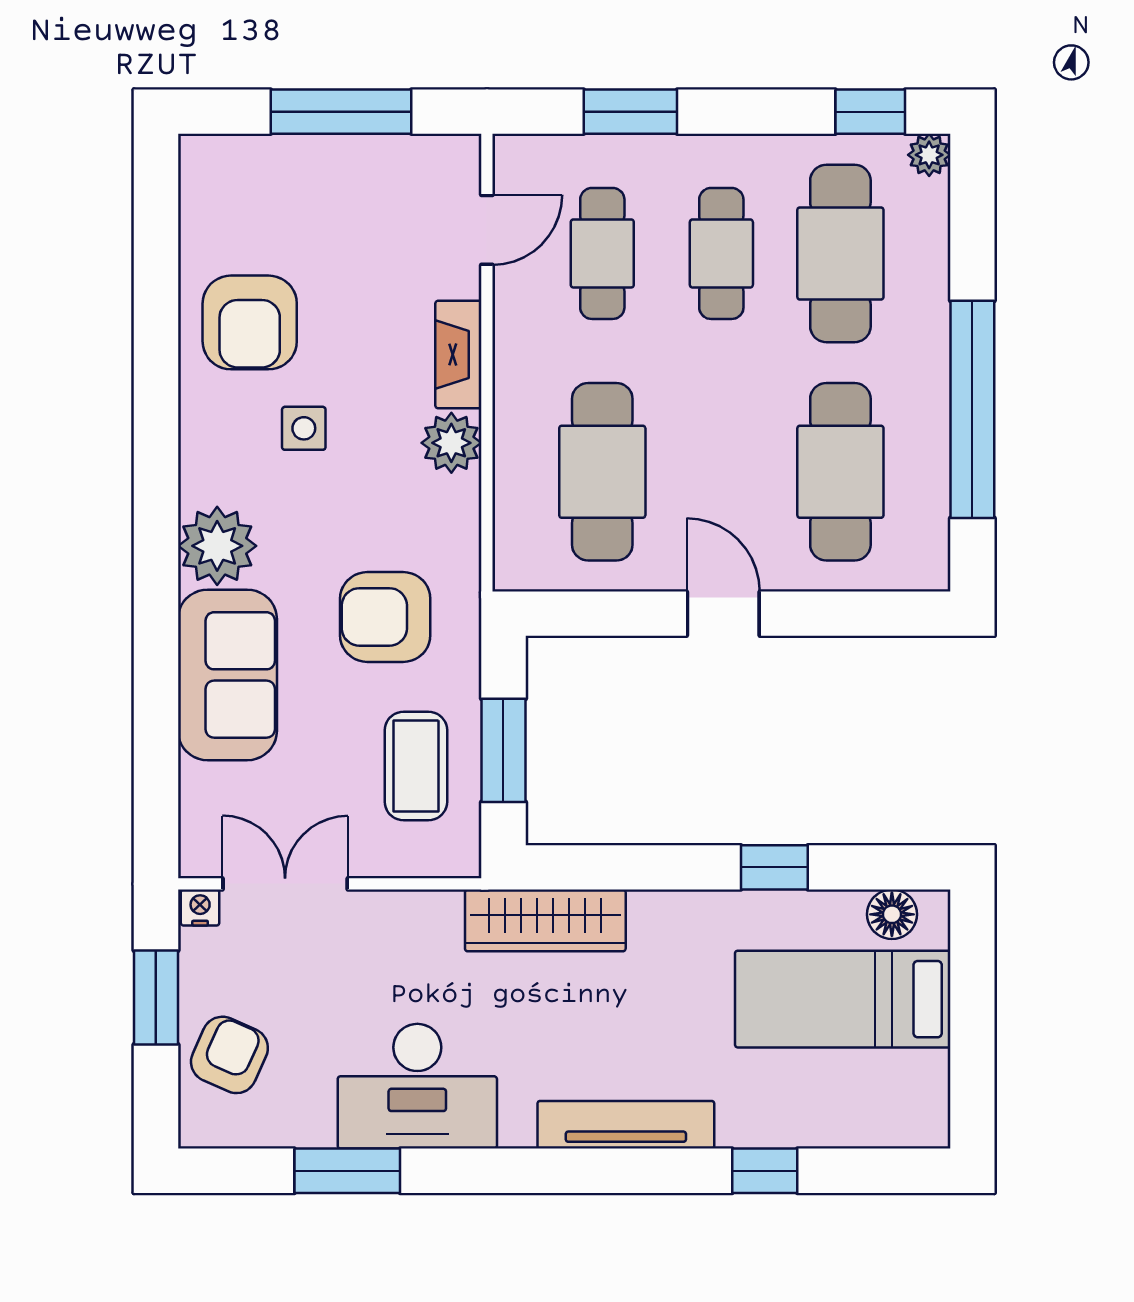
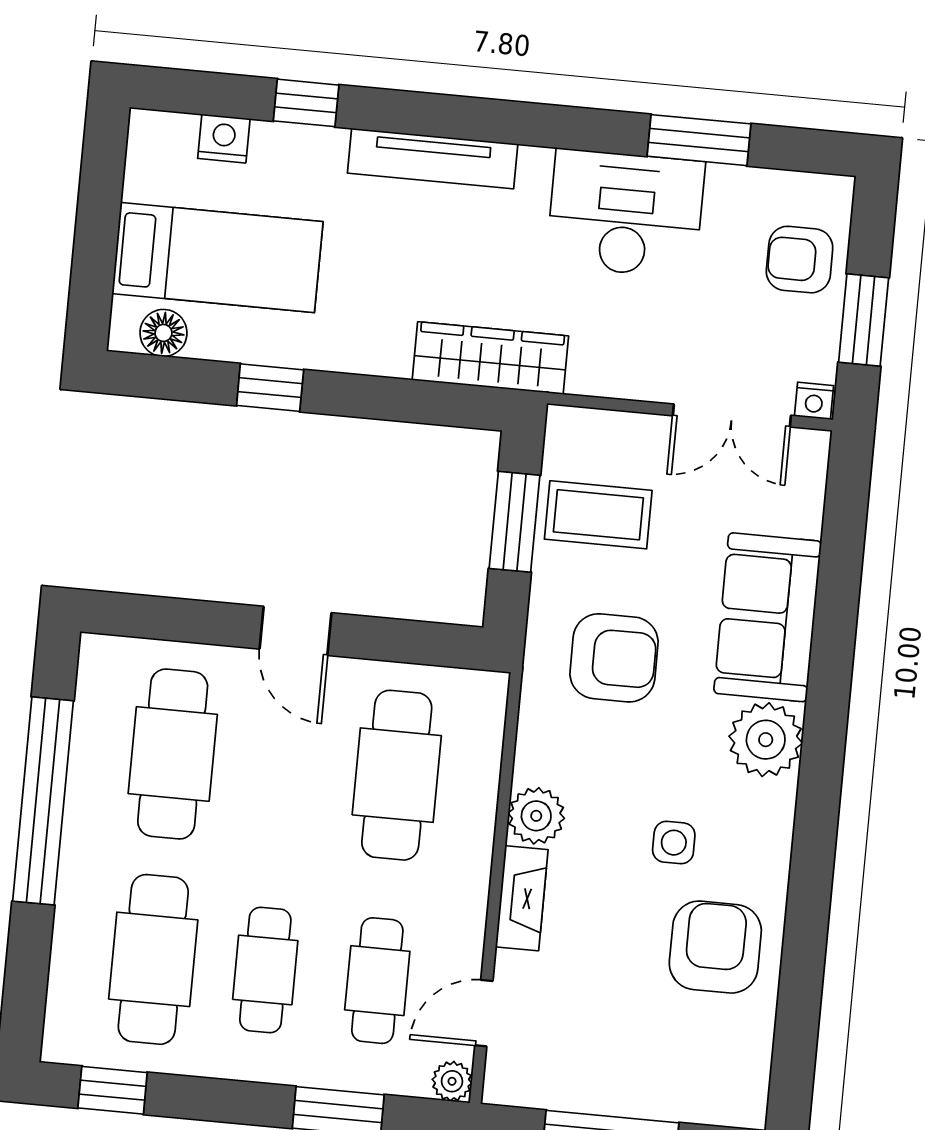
plant: (929, 155) -> (452, 1081), moved
coffee table: (416, 766) -> (598, 515), turned 90
armchair: (229, 1055) -> (800, 260), turned 66
nightstand: (848, 1125) -> (224, 139), added

